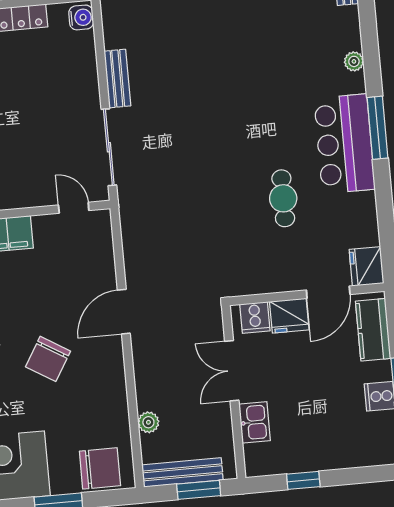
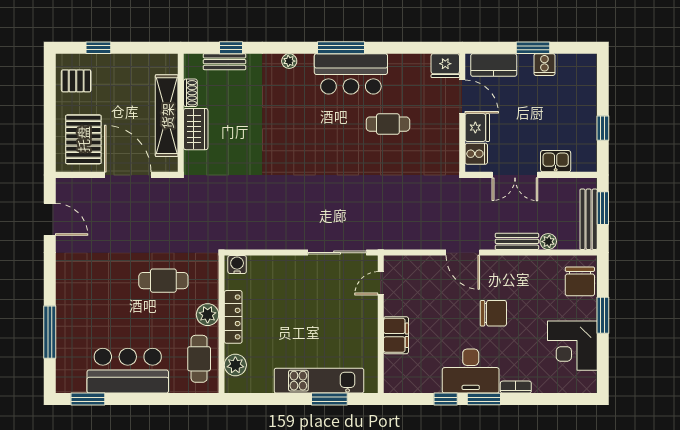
bench: (117, 79) -> (517, 241), moved
chair: (48, 359) -> (493, 313), turned -31
chair: (100, 468) -> (580, 281), turned 180

